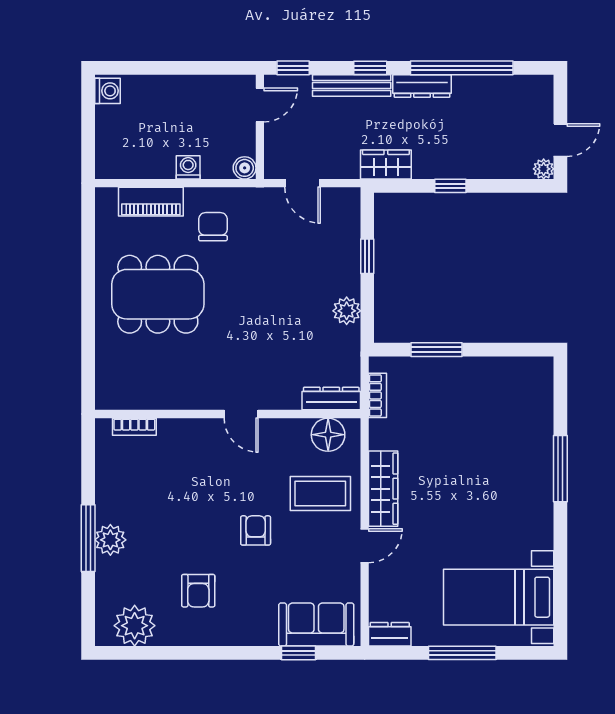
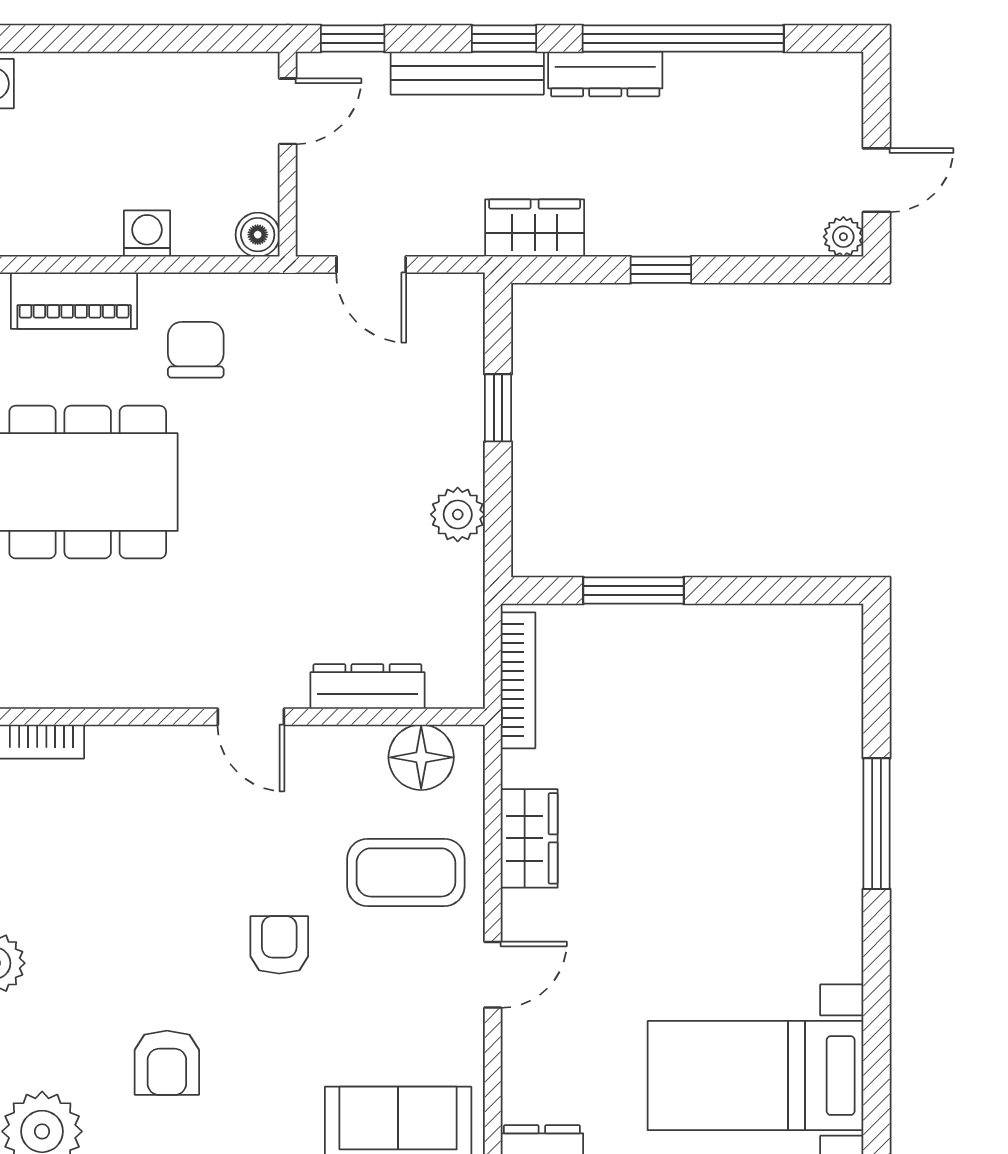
bookcase: (377, 395) -> (518, 680), width x1.56
dresser: (331, 399) -> (367, 687), moved
wardrobe: (383, 489) -> (529, 838), width x0.67

